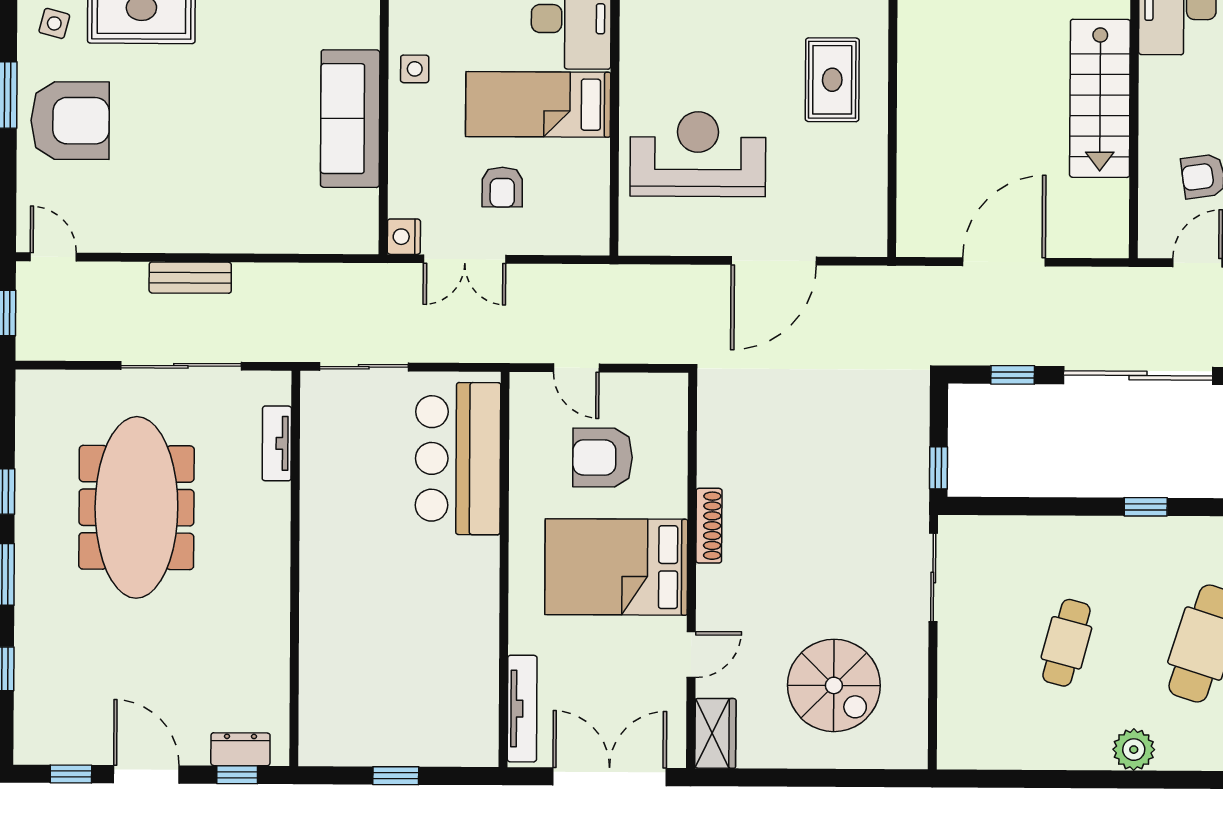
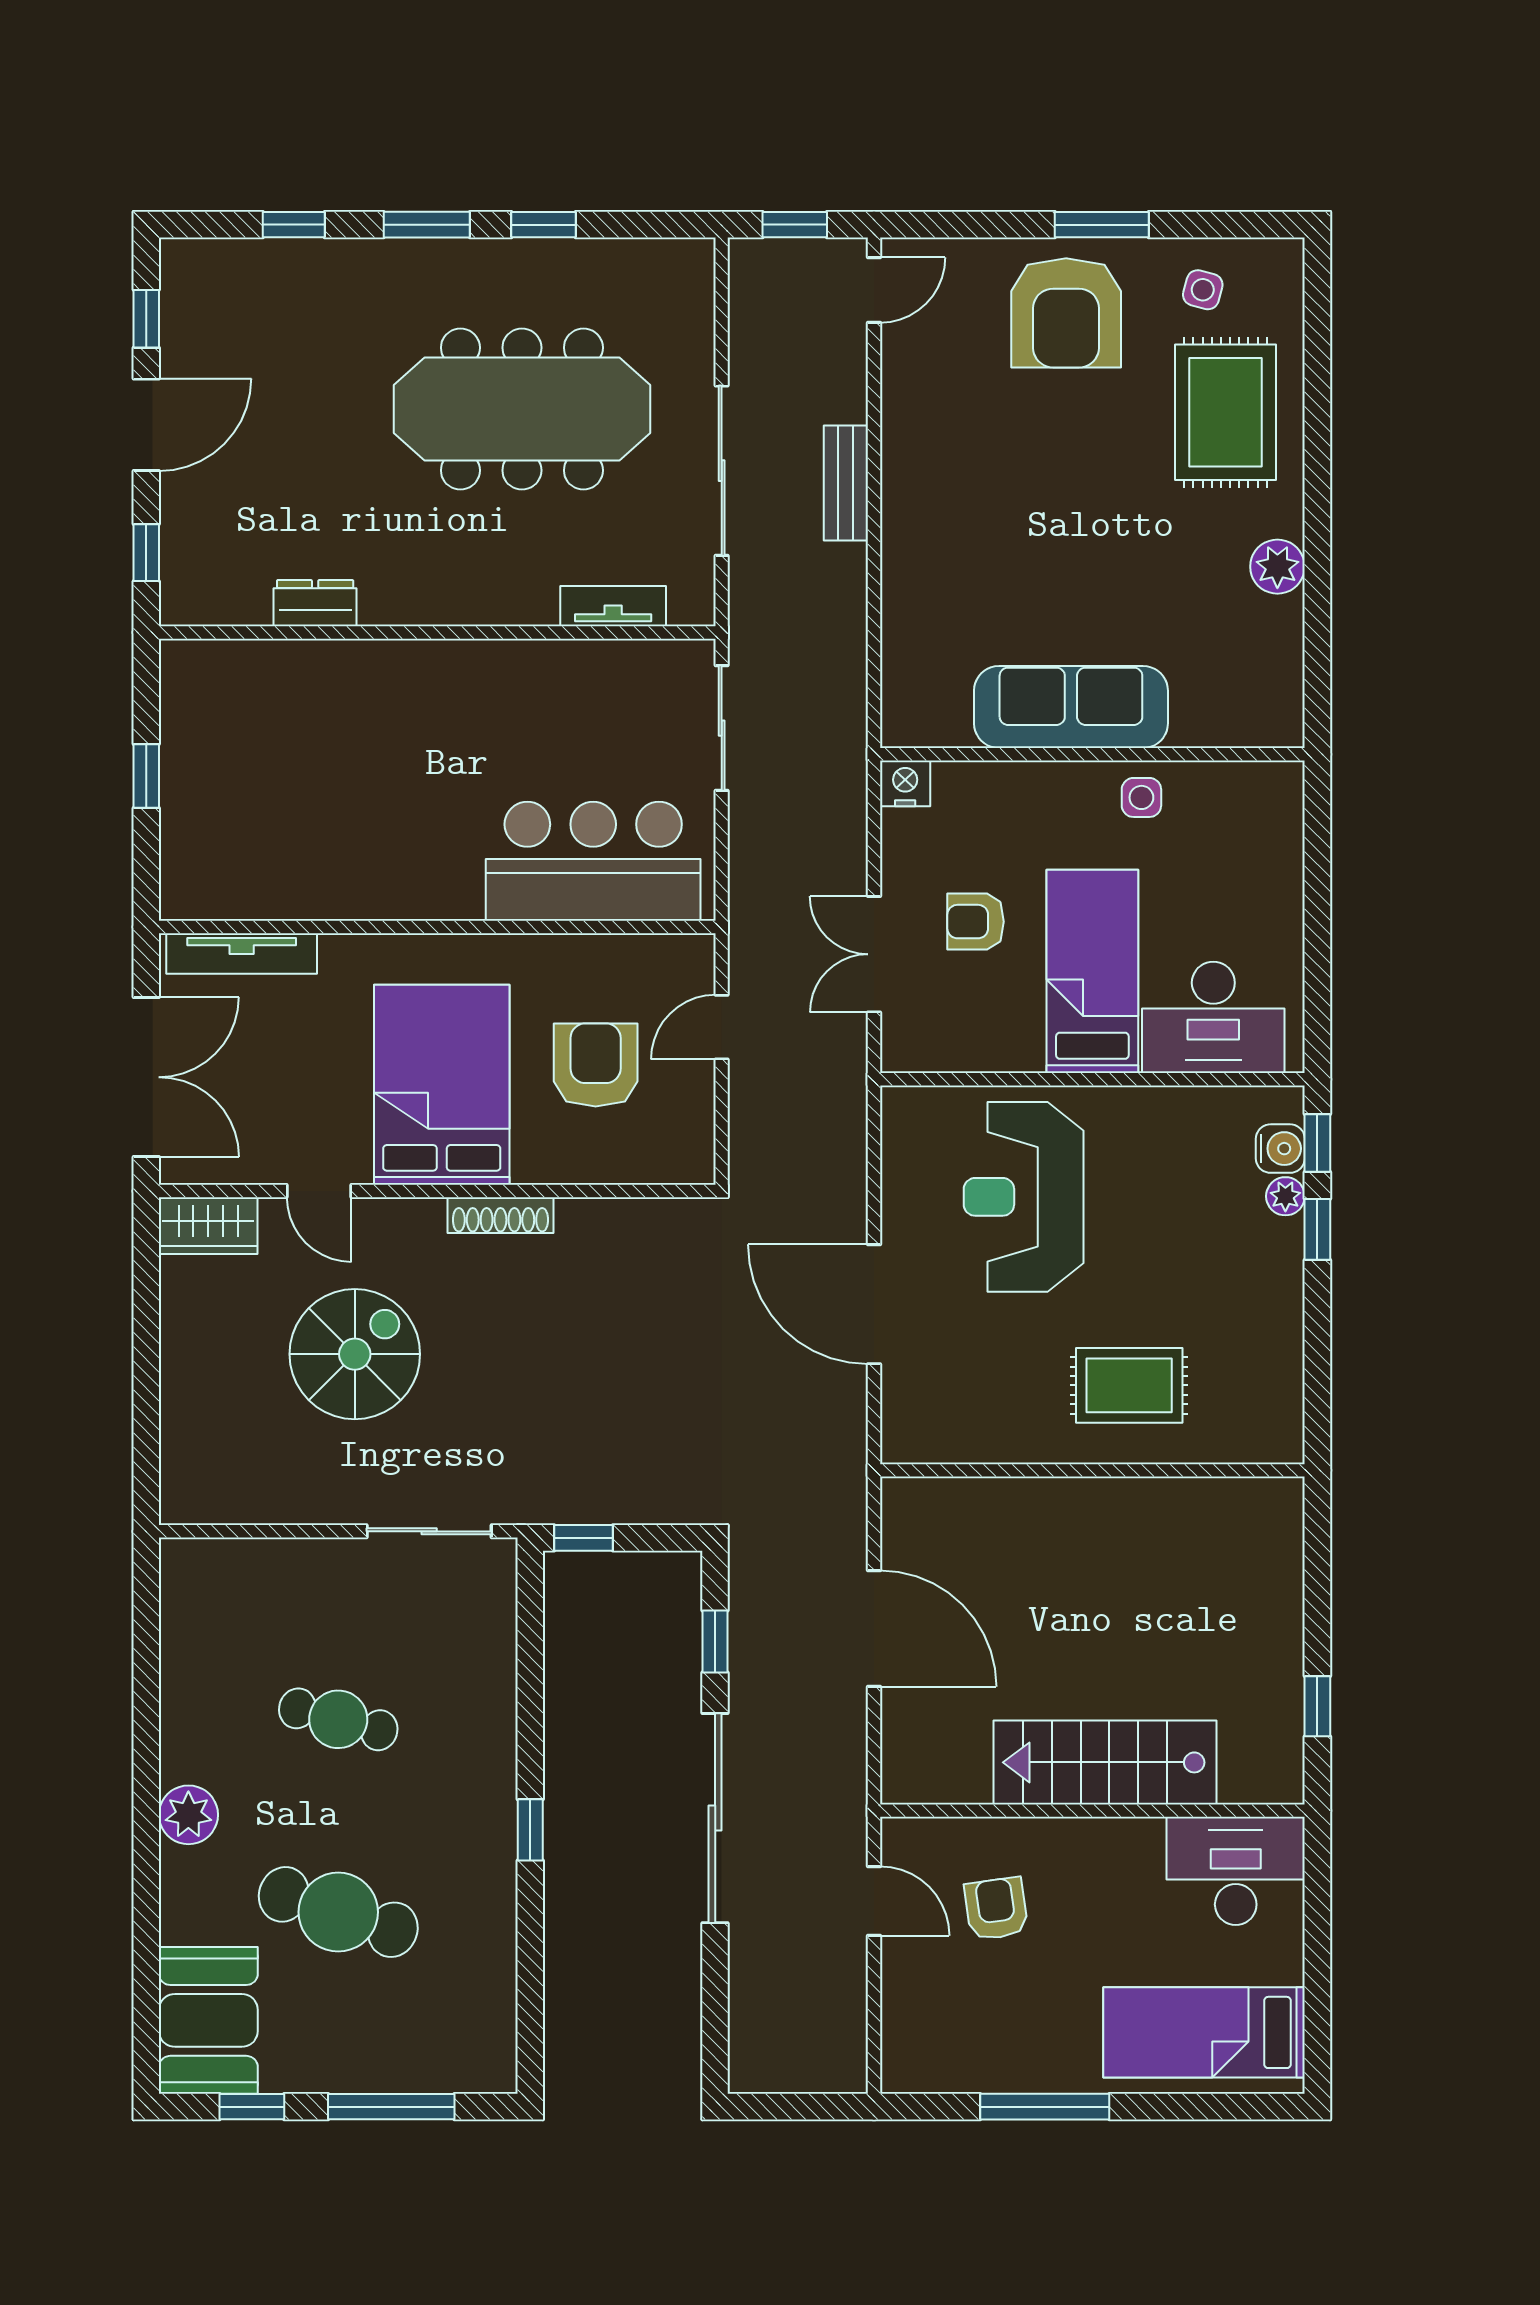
reception desk: (698, 154) -> (1024, 1197), turned 180
double door: (465, 259) -> (874, 954), moved
spiral stairs: (834, 685) -> (355, 1354), moved, turned 180
dresser: (240, 749) -> (315, 603), moved, turned -90

